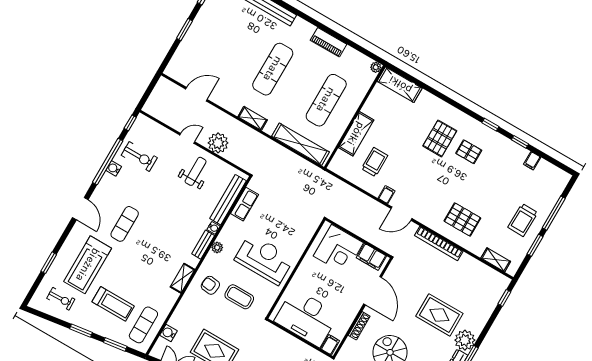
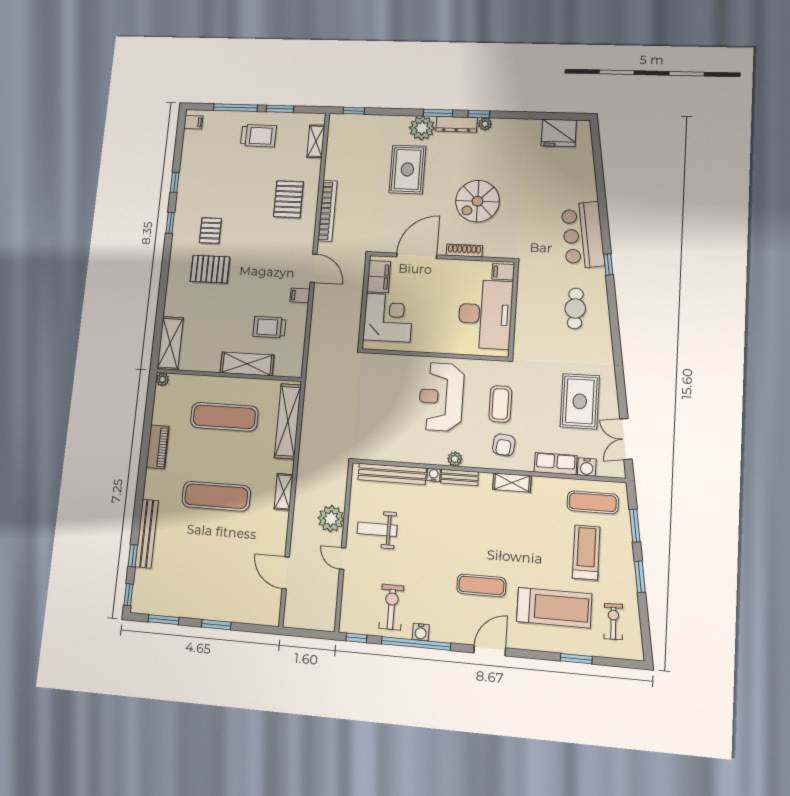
filing cabinet: (532, 161) -> (193, 122), moved
row of seats: (244, 204) -> (556, 464), moved

